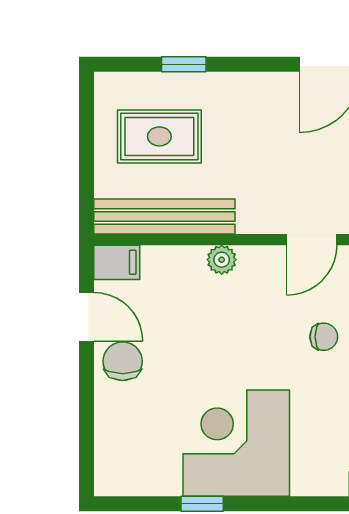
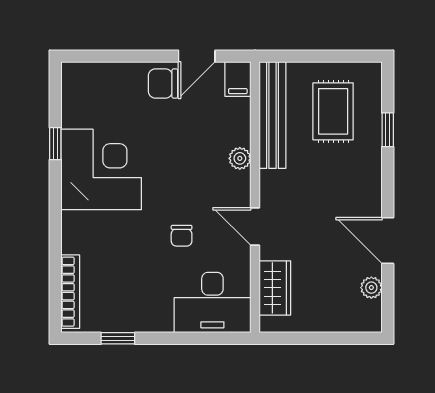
chair: (123, 361) -> (163, 84), turned 180

